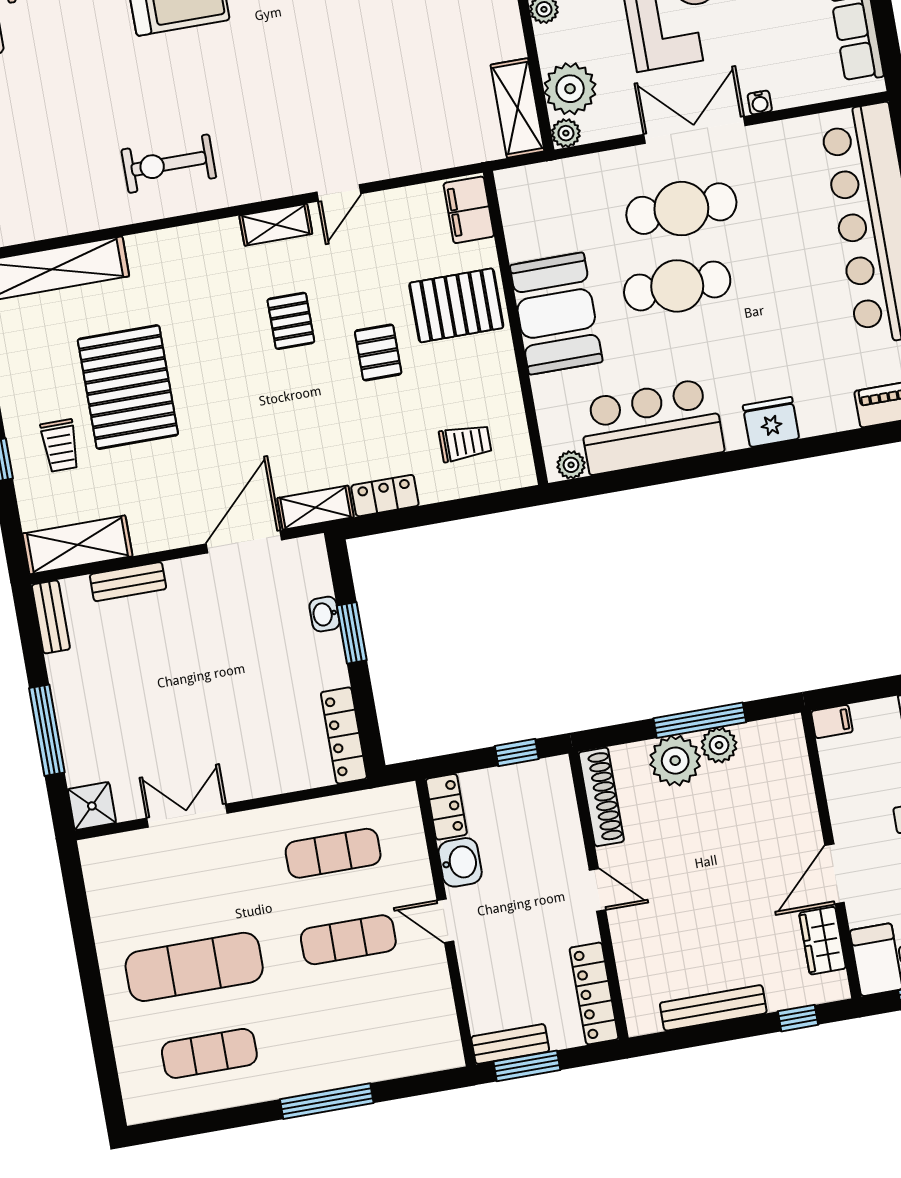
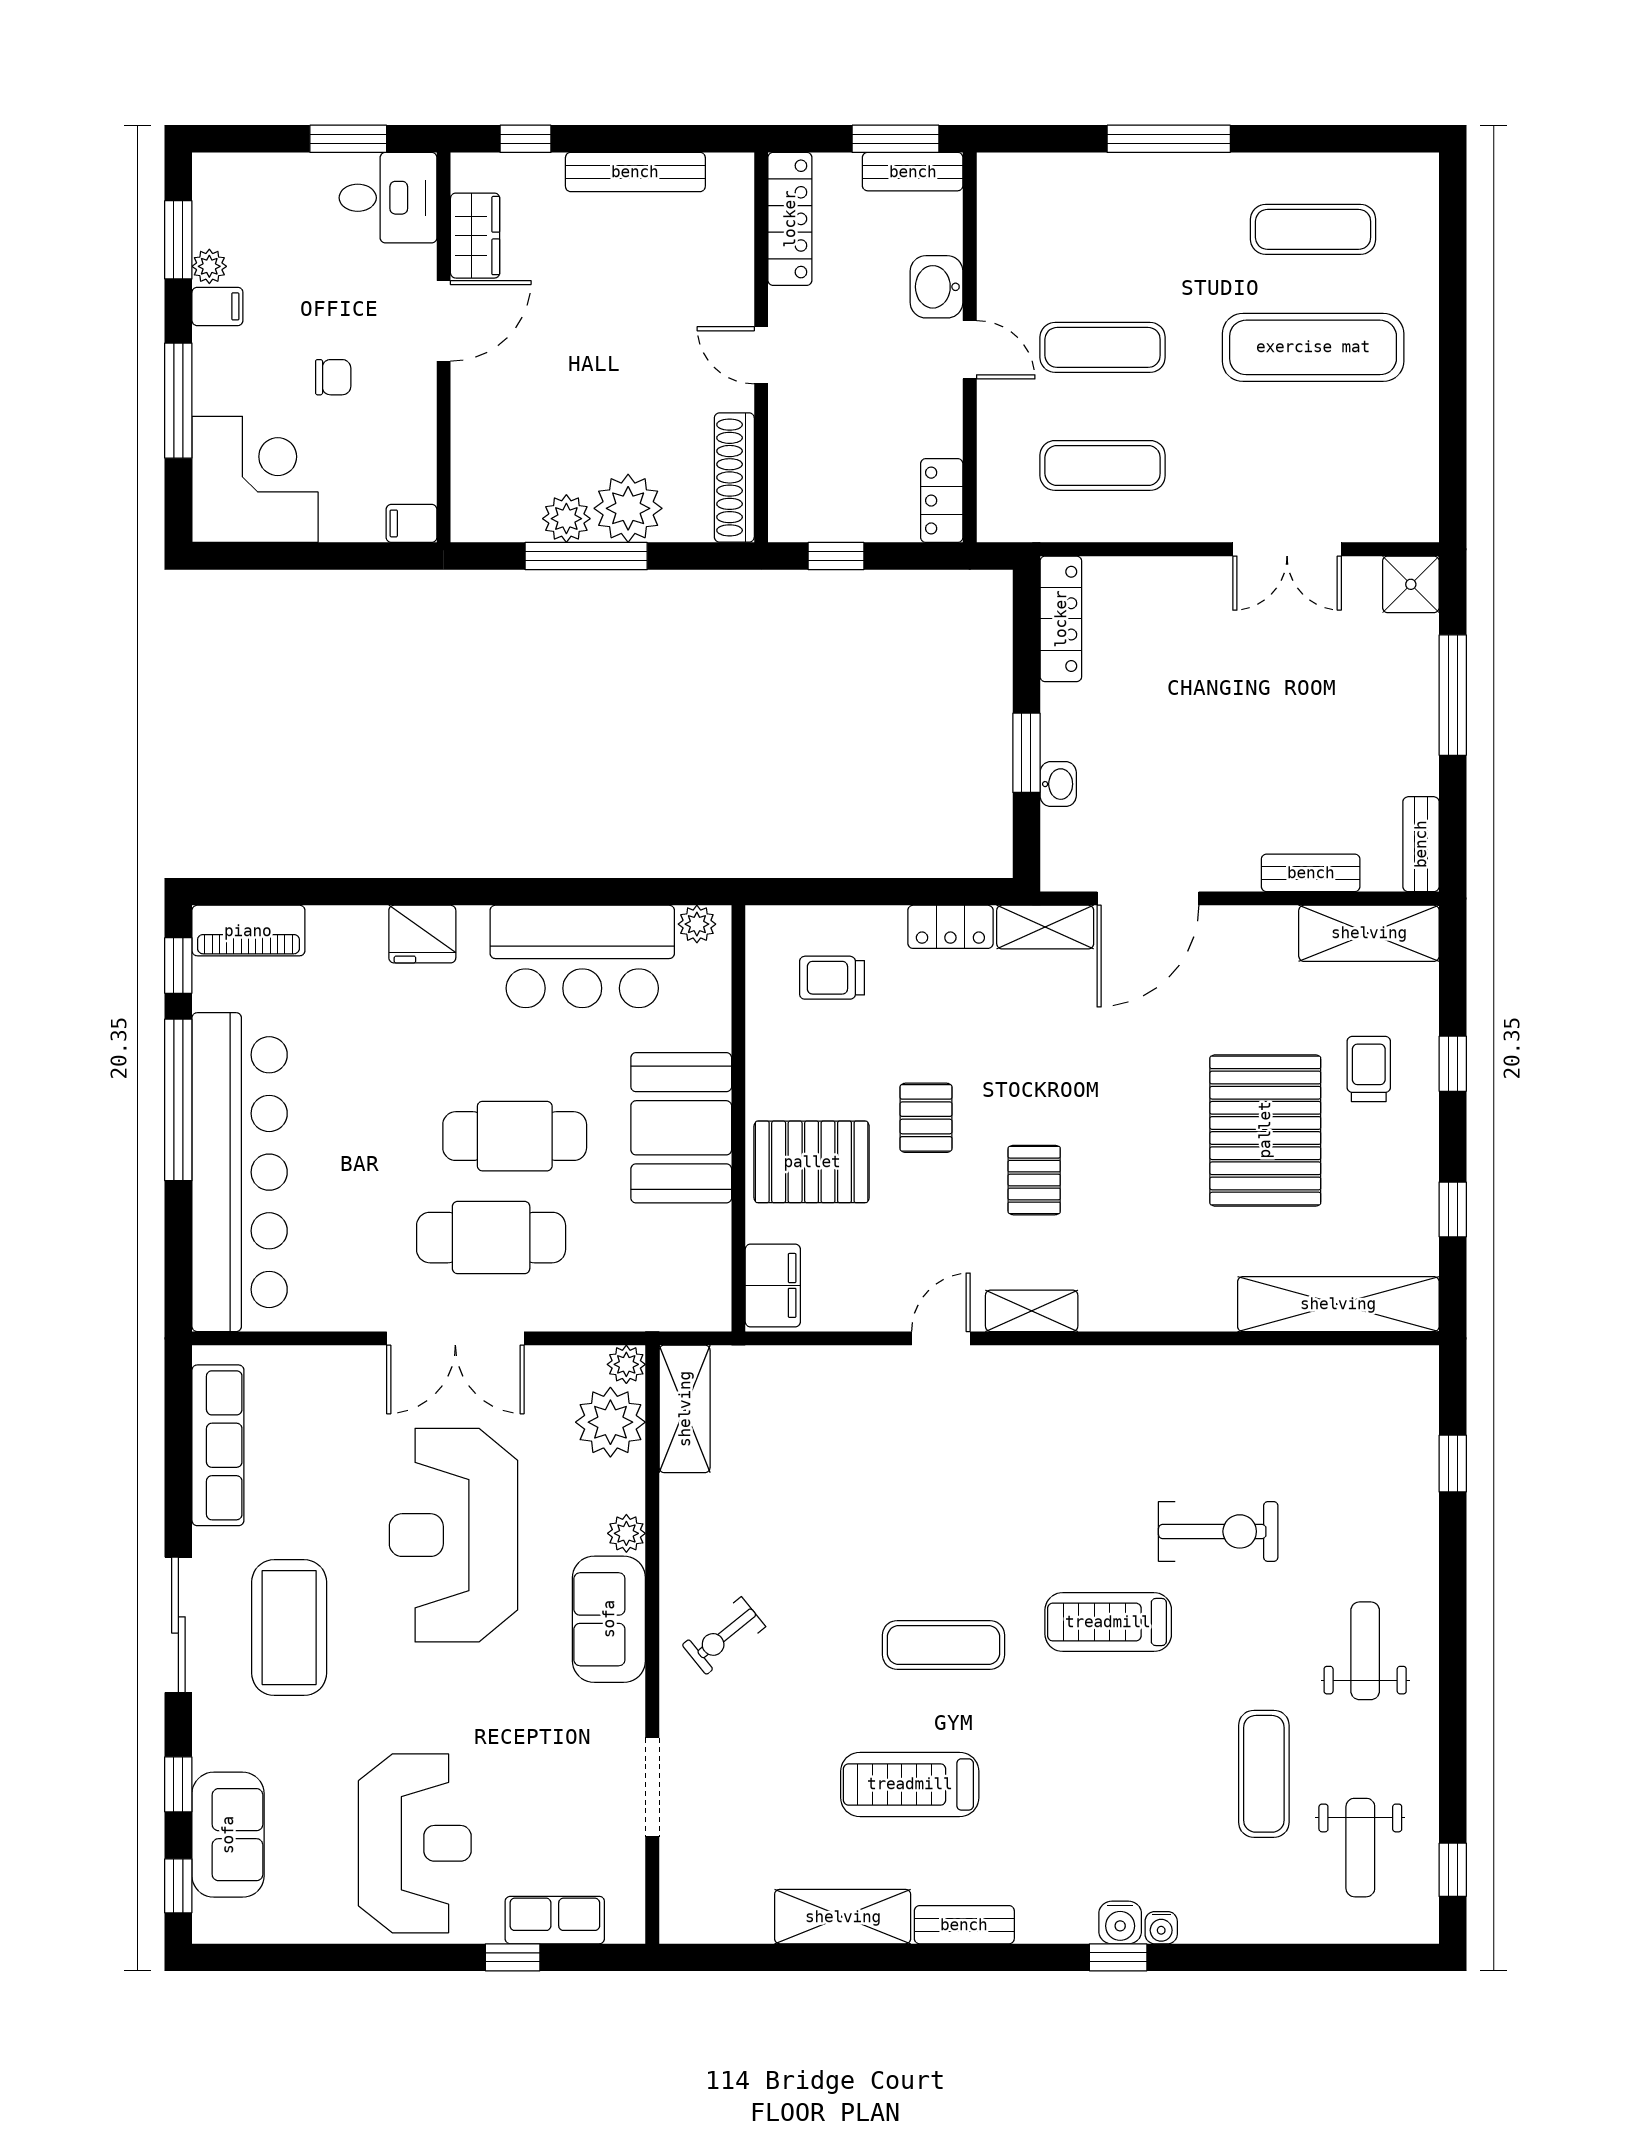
water cooler: (760, 103) -> (363, 1360), removed
exercise bike: (169, 164) -> (1218, 1531), moved
washbasin: (460, 862) -> (937, 287), moved

